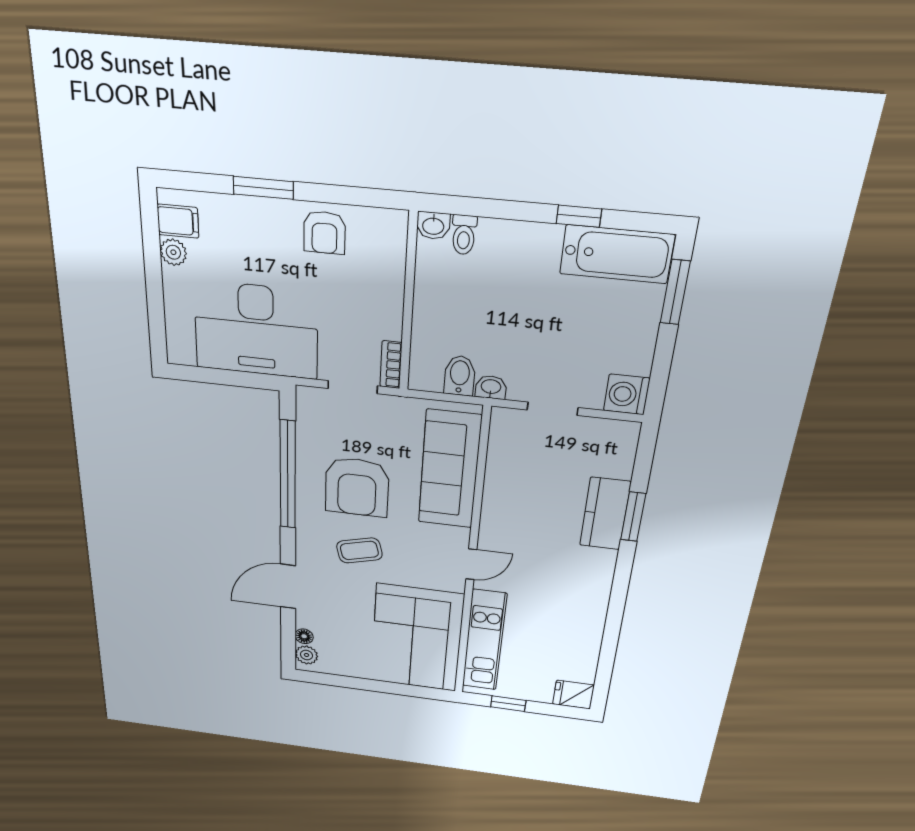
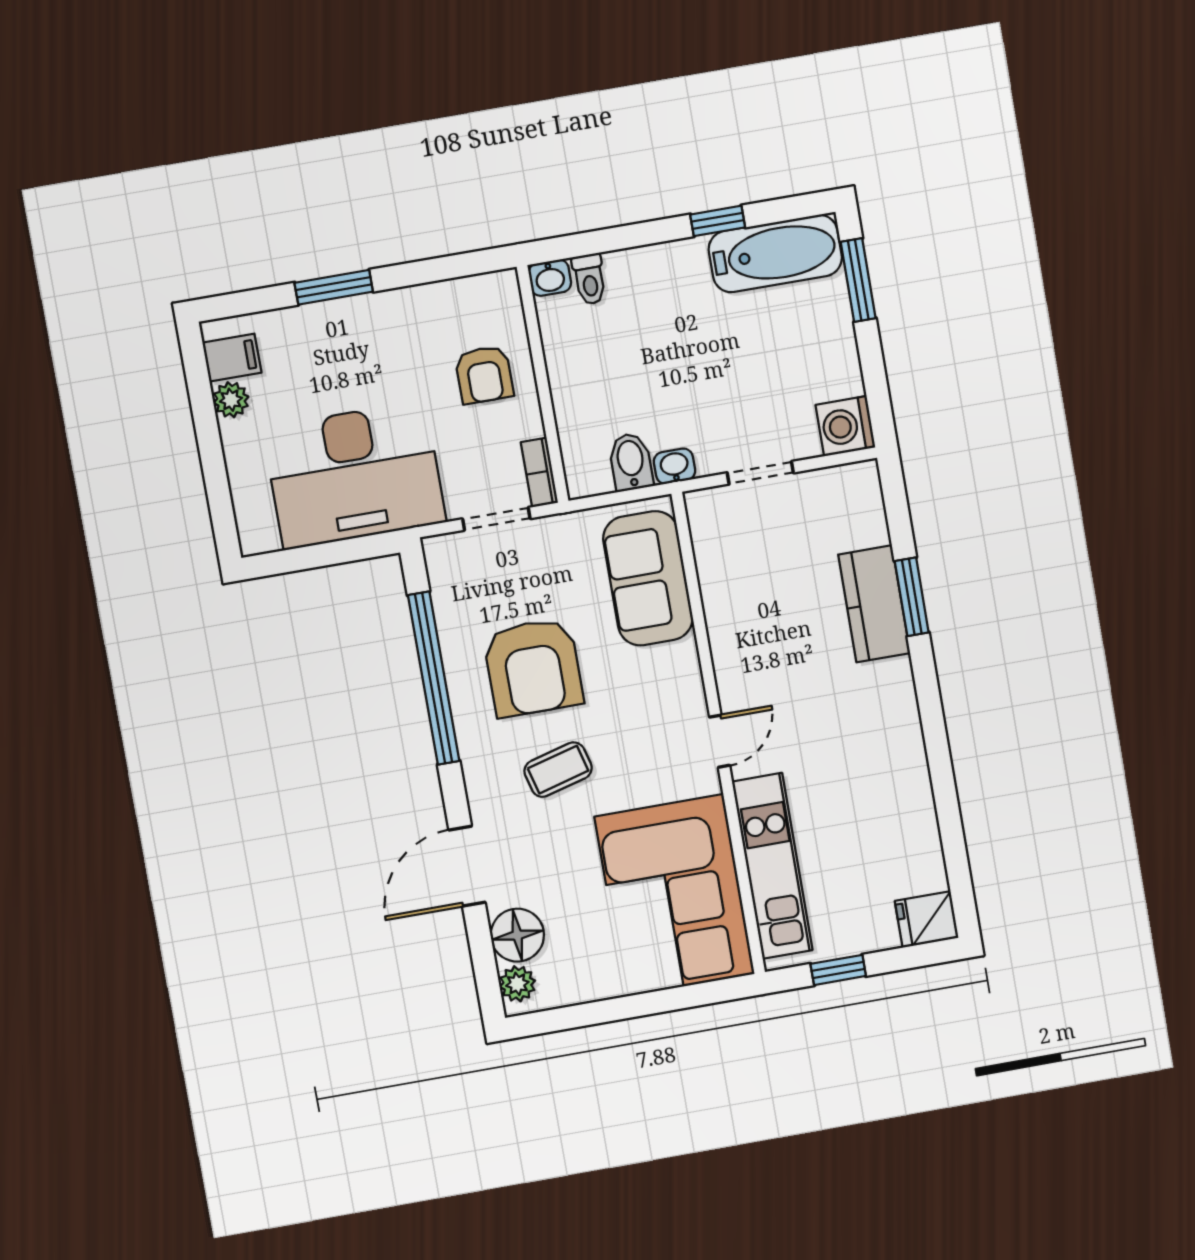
armchair: (324, 233) -> (484, 375), moved
sofa: (450, 470) -> (648, 578), width x0.73
floor lamp: (304, 636) -> (517, 935), width x1.89, depth x1.89

